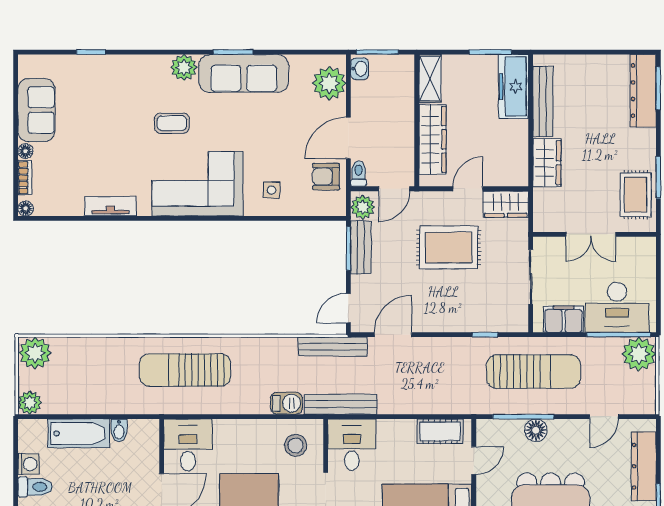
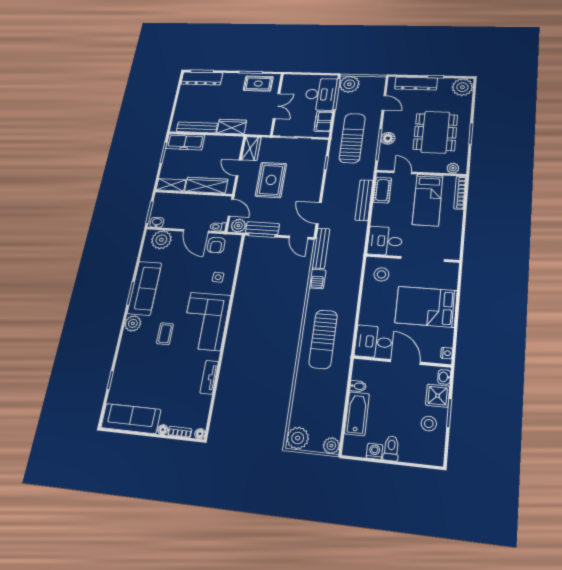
sofa: (36, 110) -> (131, 419), width x1.36
barbecue: (286, 403) -> (317, 279), moved, turned 180
bench: (340, 404) -> (364, 200), moved

